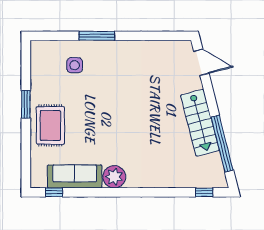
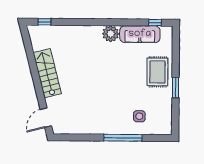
window: (97, 36) -> (123, 138), width x1.46
door: (201, 62) -> (46, 118), hinge flipped
window: (222, 144) -> (31, 58), removed

